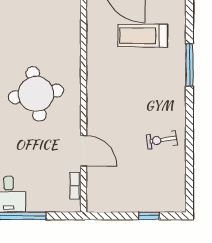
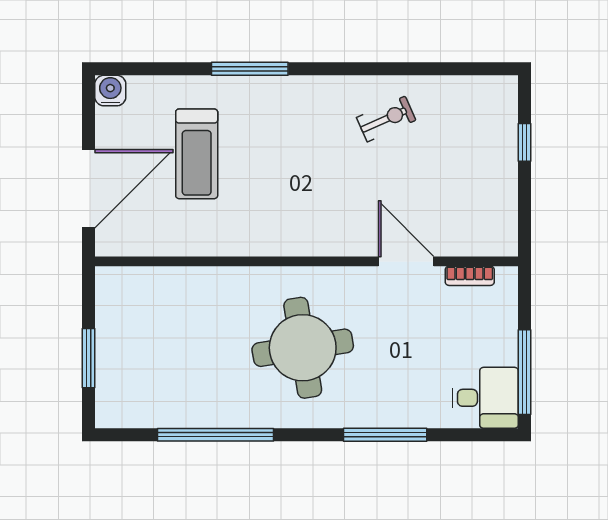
exercise bike: (162, 140) -> (386, 119), turned -106
door: (84, 151) -> (406, 261), hinge flipped

